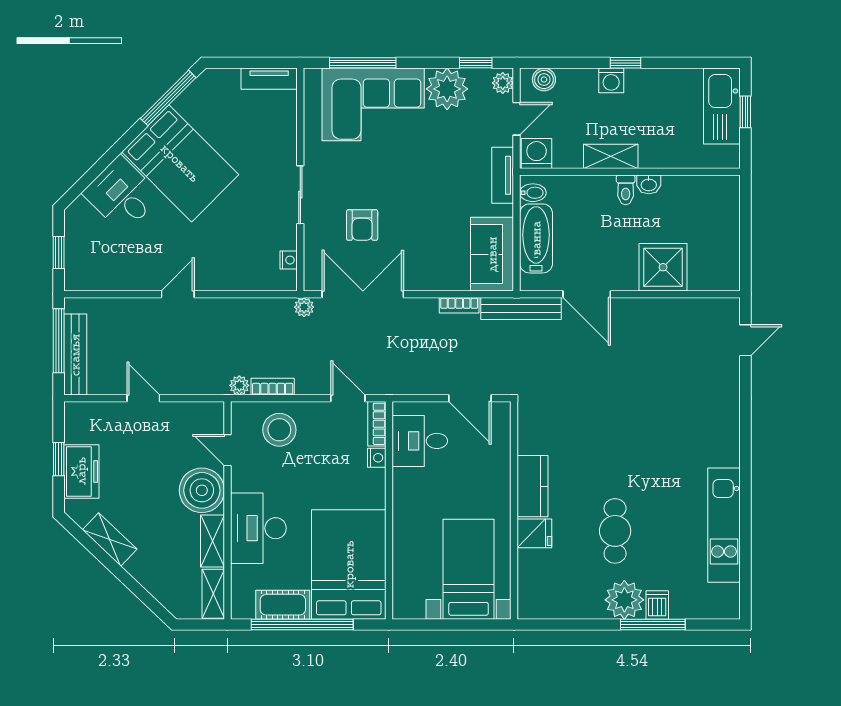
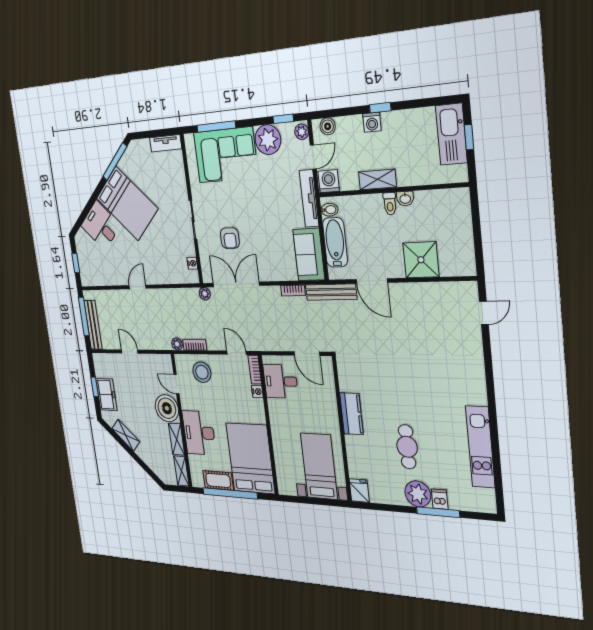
tv unit: (503, 175) -> (309, 198), width x1.41
fridge: (534, 533) -> (359, 491), moved, turned -90

